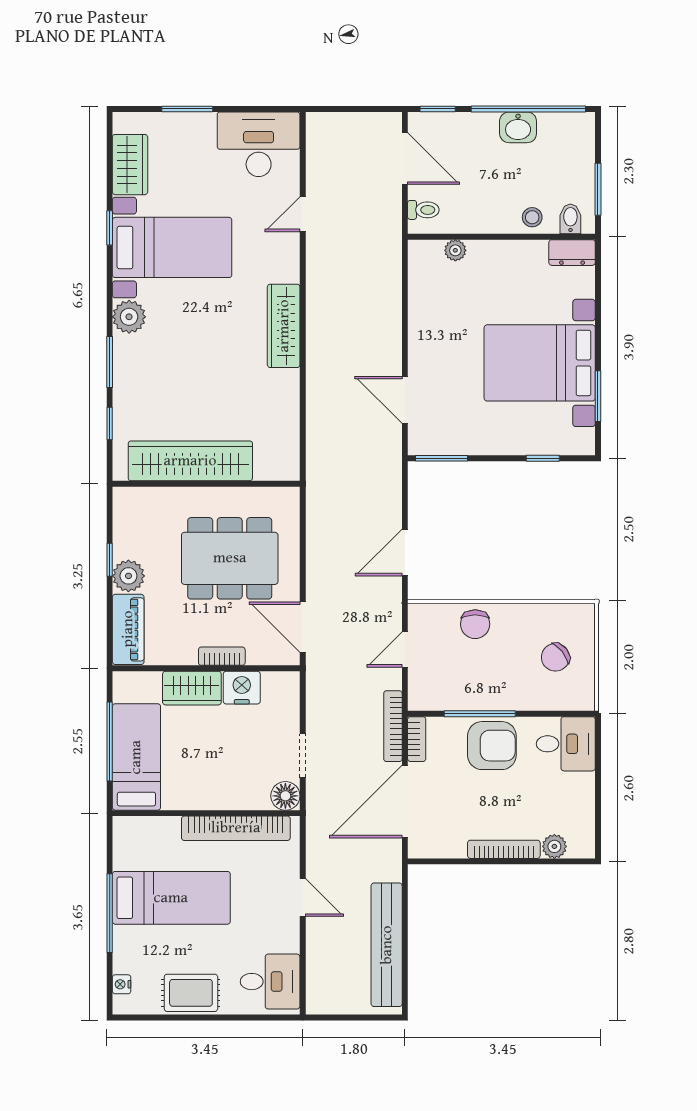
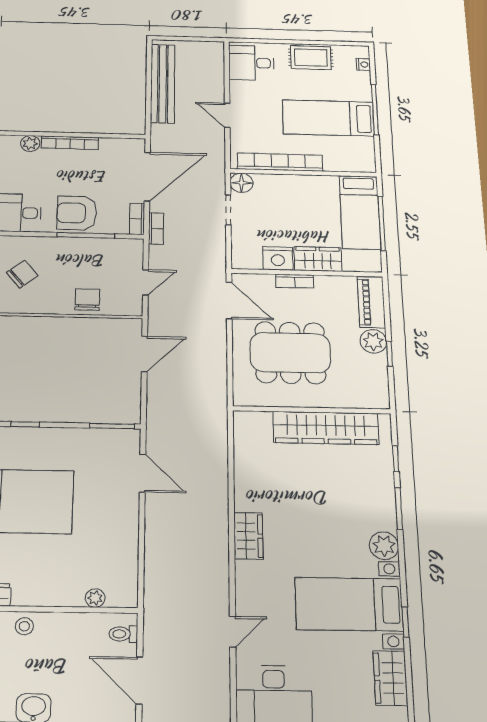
wardrobe: (284, 326) -> (248, 536), width x0.67
bookcase: (393, 726) -> (156, 228), width x0.64

